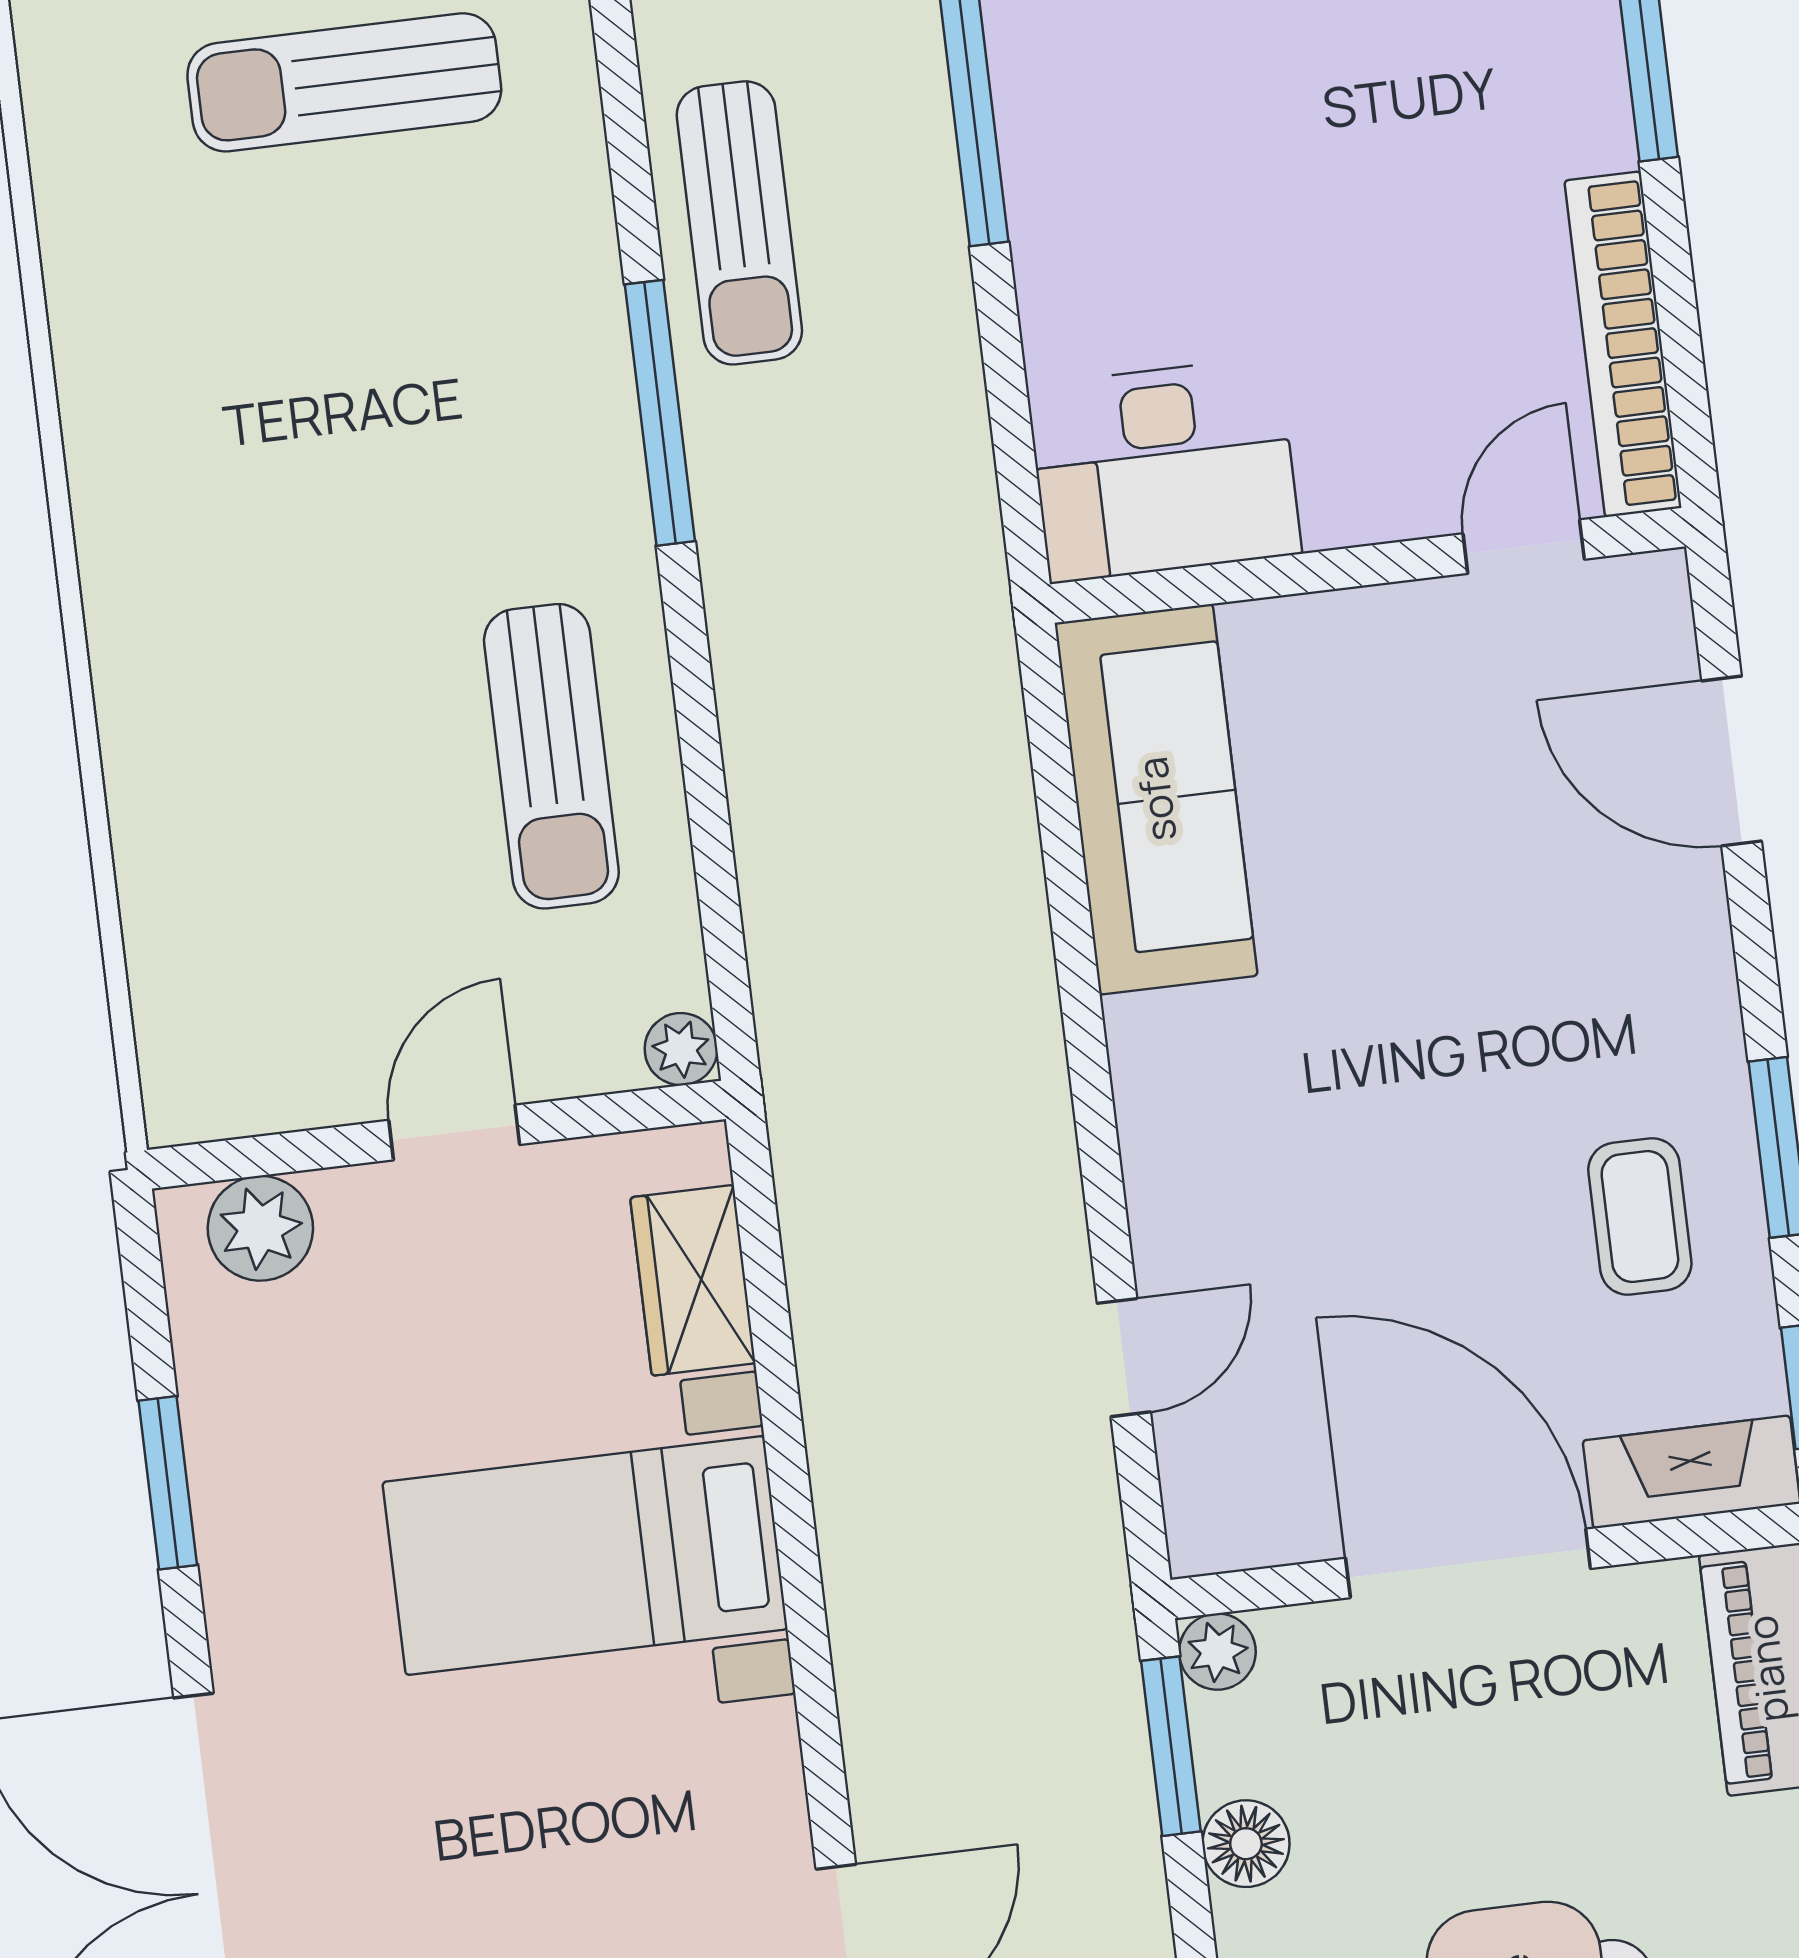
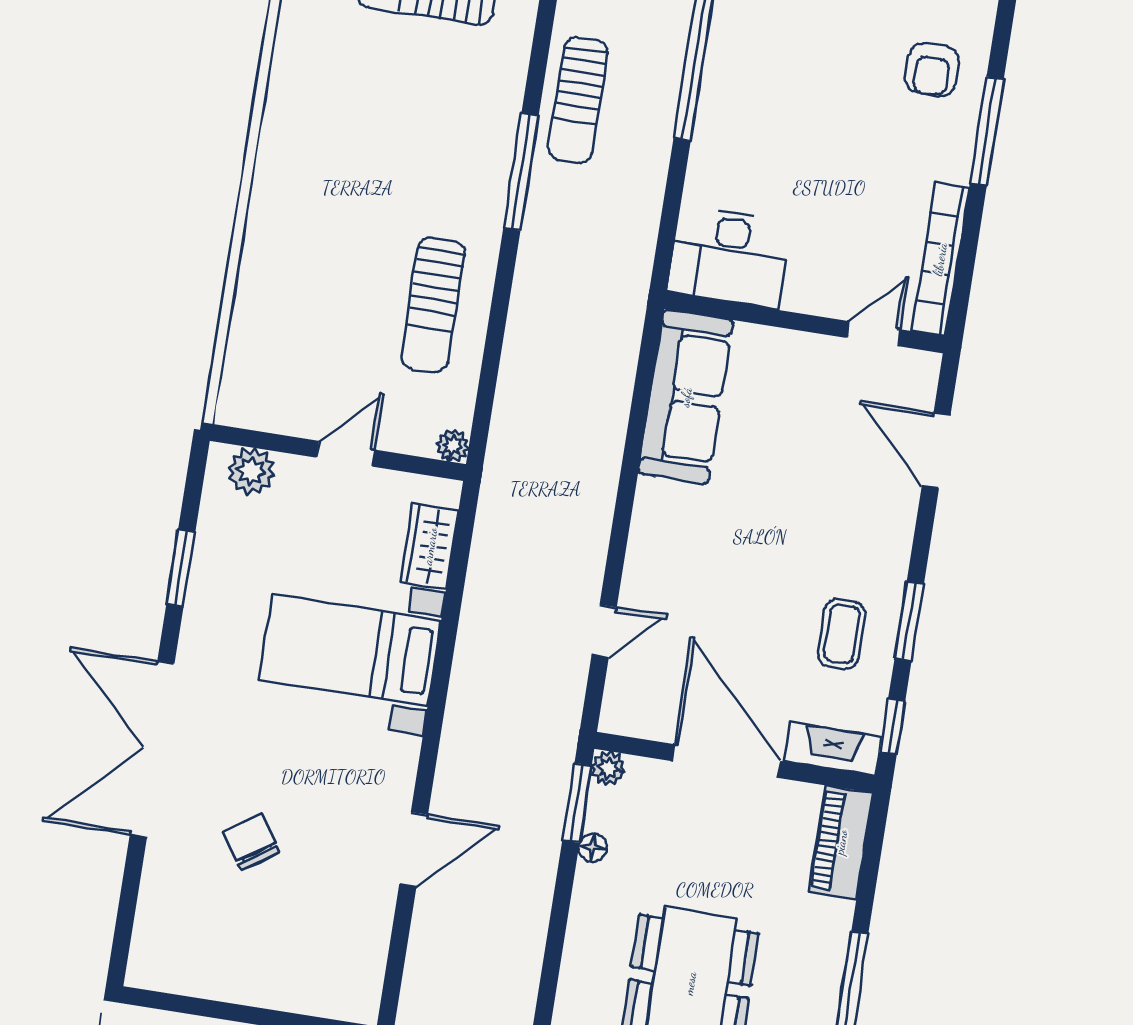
floor lamp: (1246, 1844) -> (593, 848), width x0.73, depth x0.73

